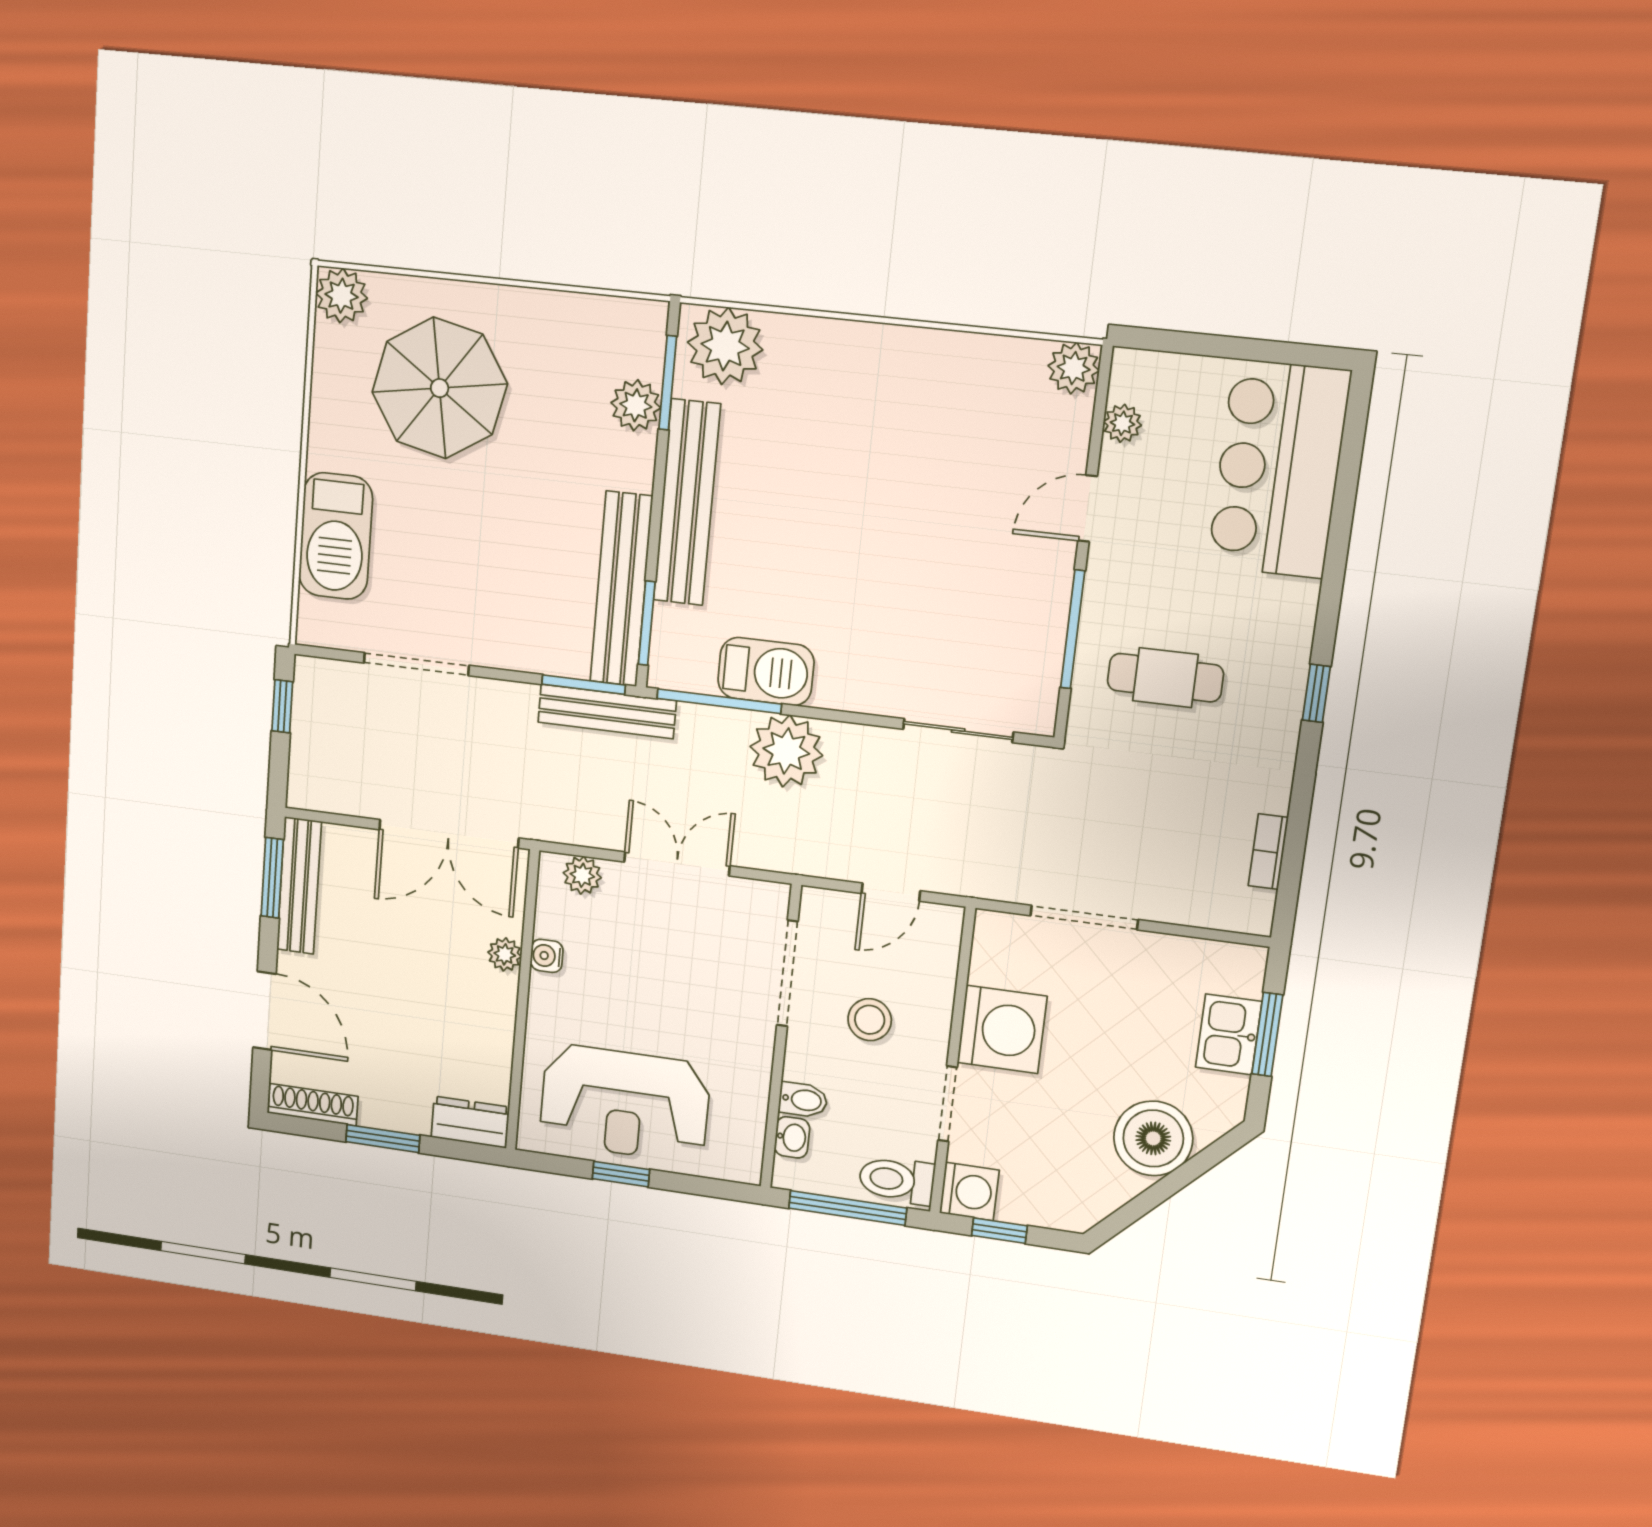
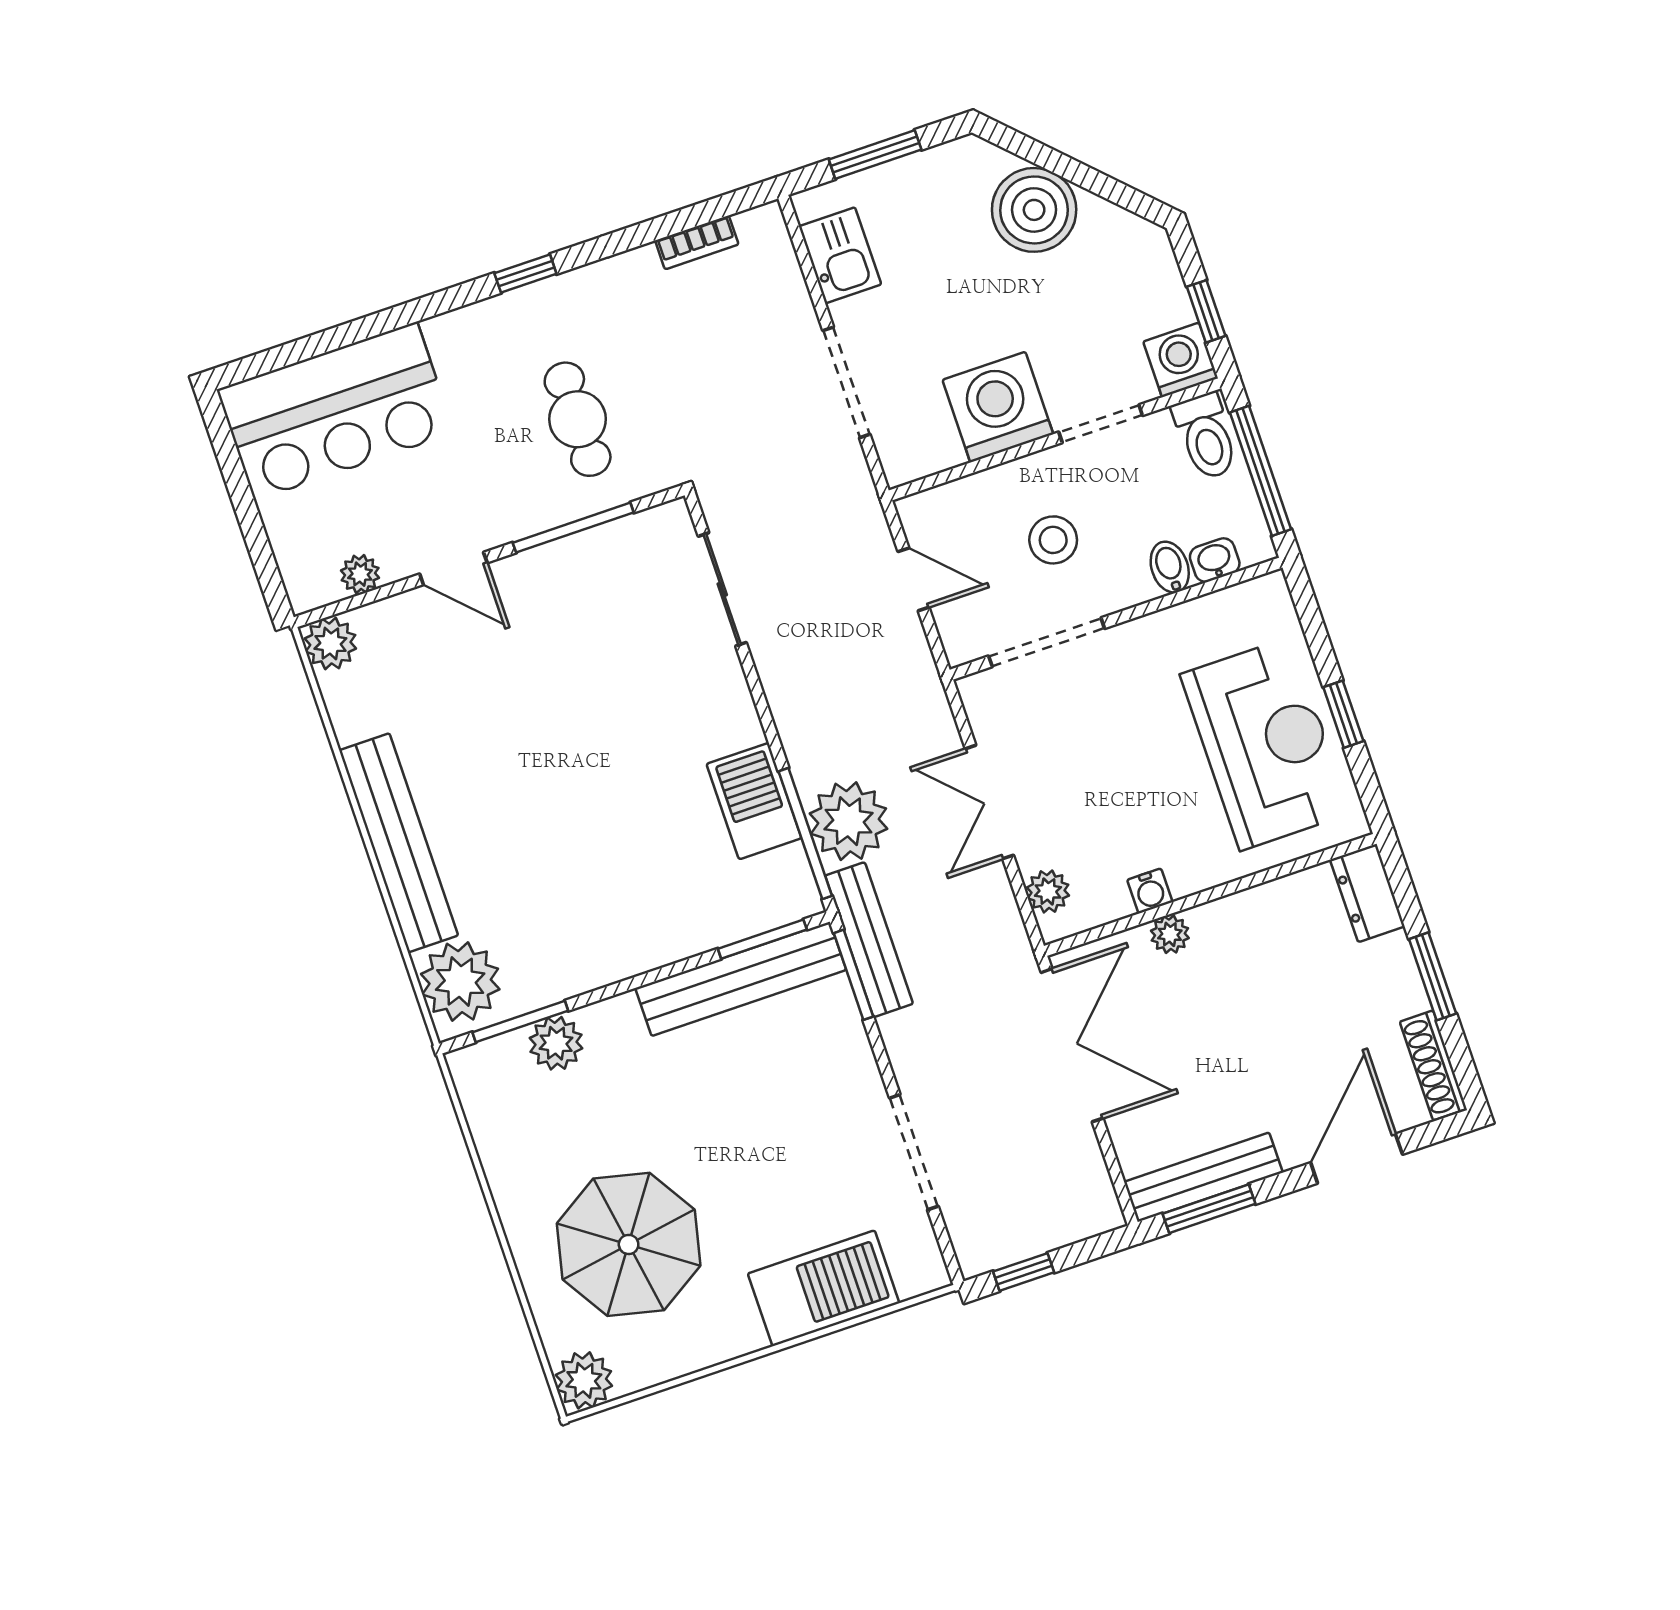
bench: (687, 503) -> (399, 843), moved, turned 90
plant: (786, 751) -> (848, 821), moved
kitchen sink: (1229, 1034) -> (840, 255), moved, turned -90

